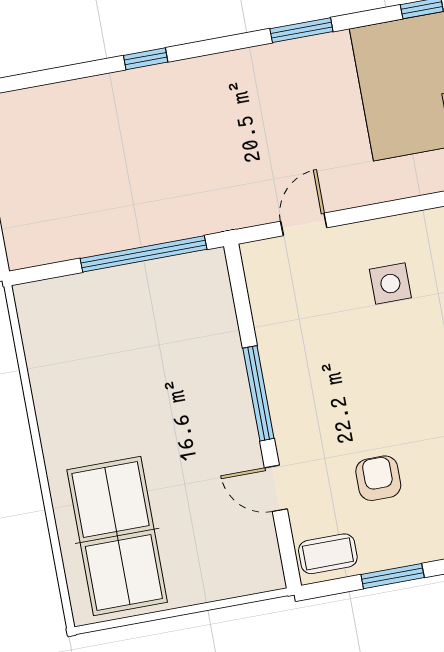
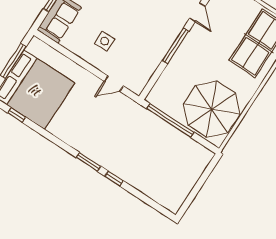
window: (301, 30) -> (89, 162), moved
parasol: (90, 342) -> (212, 109), added

